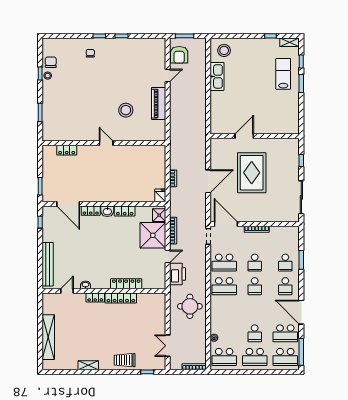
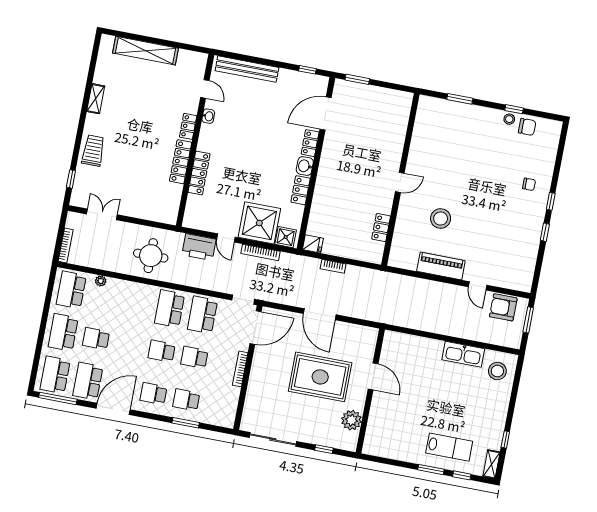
plant: (277, 145) -> (351, 420), added
locker: (67, 150) -> (381, 228), moved

